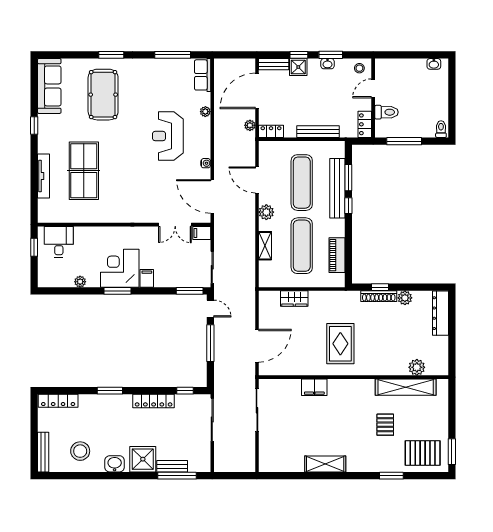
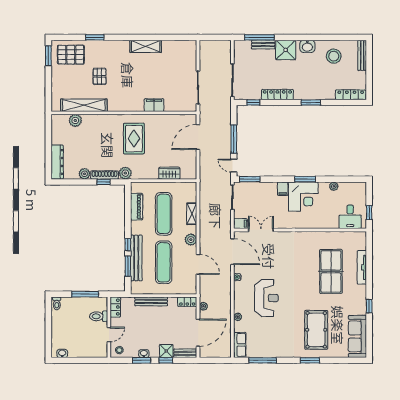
plant: (352, 299) -> (125, 173), added

